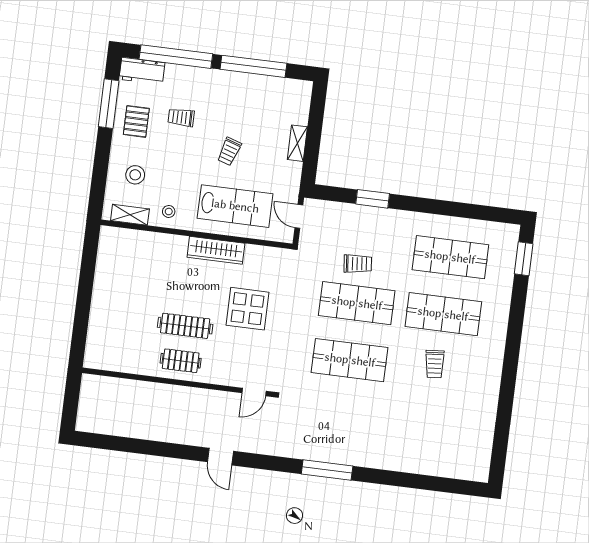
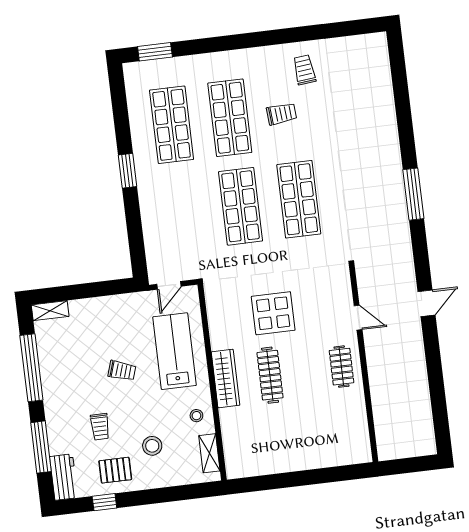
window: (176, 57) -> (41, 447), width x0.68
window: (109, 104) -> (104, 502), width x0.46
shelving: (297, 143) -> (50, 311), moved
stool: (135, 175) -> (152, 446), moved
window: (373, 199) -> (128, 171), moved
wardrobe: (216, 250) -> (226, 378), moved
trolley: (358, 264) -> (304, 70), moved
clothes rail: (185, 326) -> (270, 375), moved
door: (254, 392) -> (358, 318), moved

